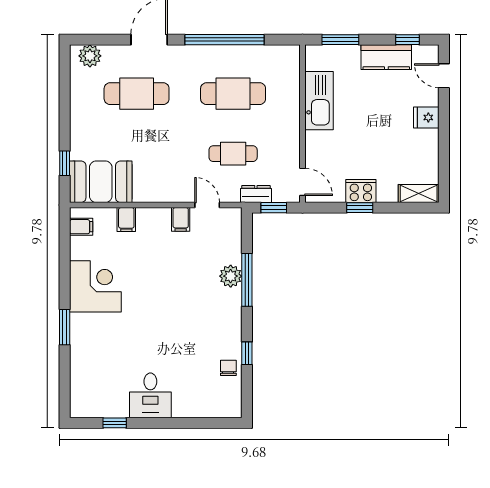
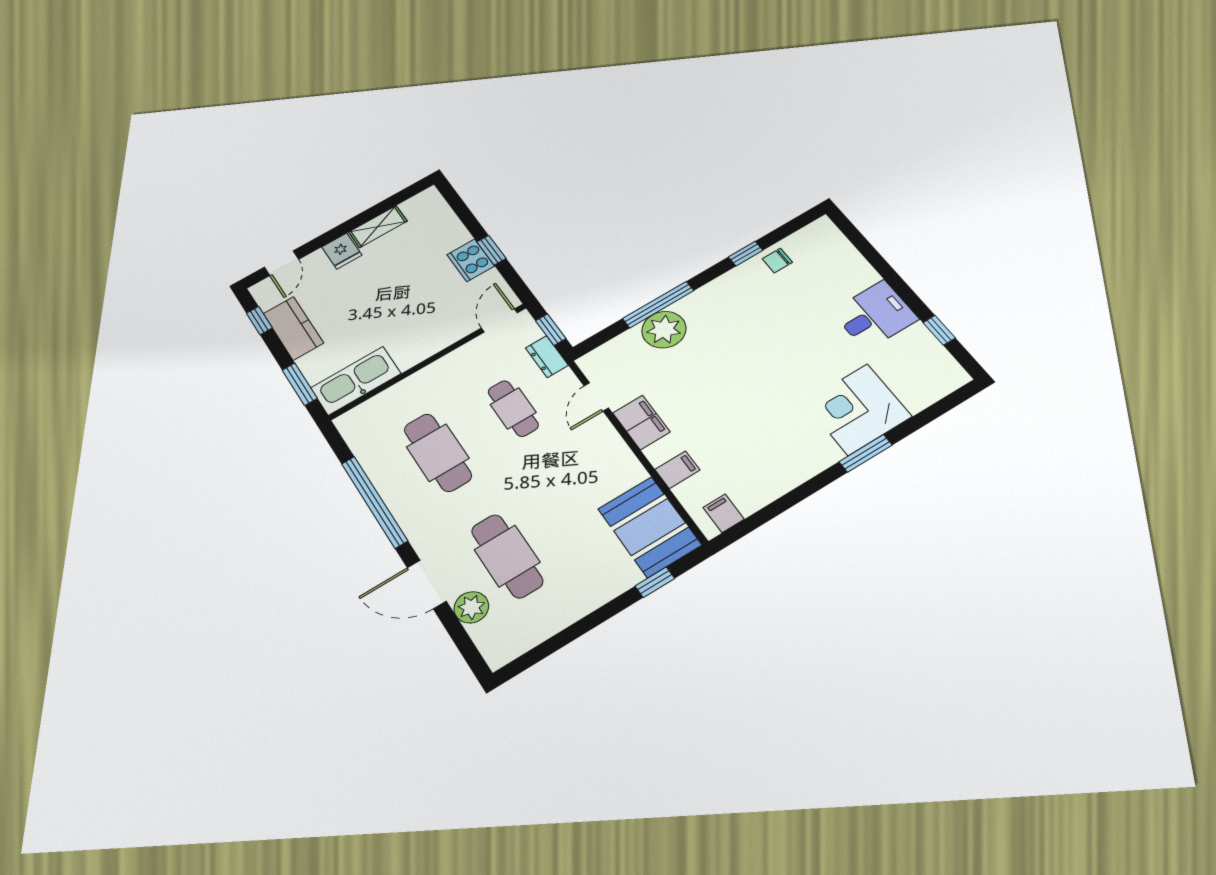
plant: (90, 56) -> (471, 607), moved
kitchen sink: (319, 101) -> (356, 381), moved
shelving: (419, 194) -> (378, 227), moved, turned 90
filing cabinet: (181, 219) -> (641, 422), width x2.00
plant: (231, 276) -> (664, 330), width x1.36, depth x1.36
corner desk: (95, 286) -> (858, 409), moved

